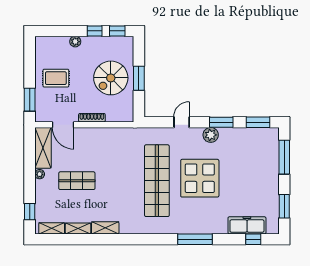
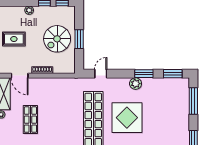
door: (182, 122) -> (101, 74), moved
shop shelf: (77, 181) -> (30, 120), turned 90

